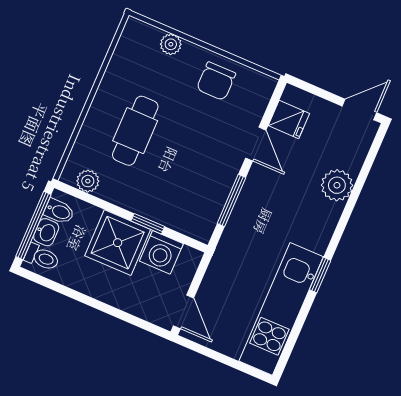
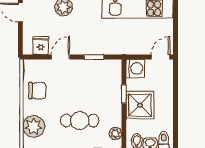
plant: (171, 44) -> (34, 126), width x1.88, depth x1.88
window: (231, 200) -> (94, 57), width x0.67
washing machine: (161, 252) -> (135, 68), moved

